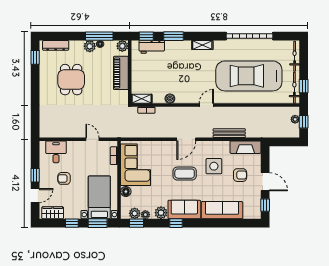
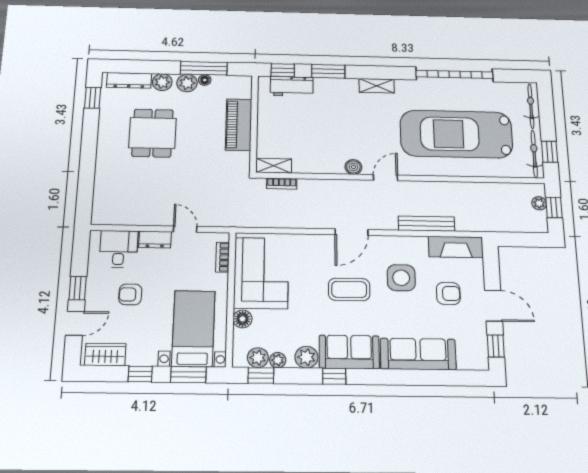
plant: (122, 46) -> (162, 82), moved
boiler: (170, 99) -> (353, 167), moved
dresser: (76, 146) -> (155, 240), added

